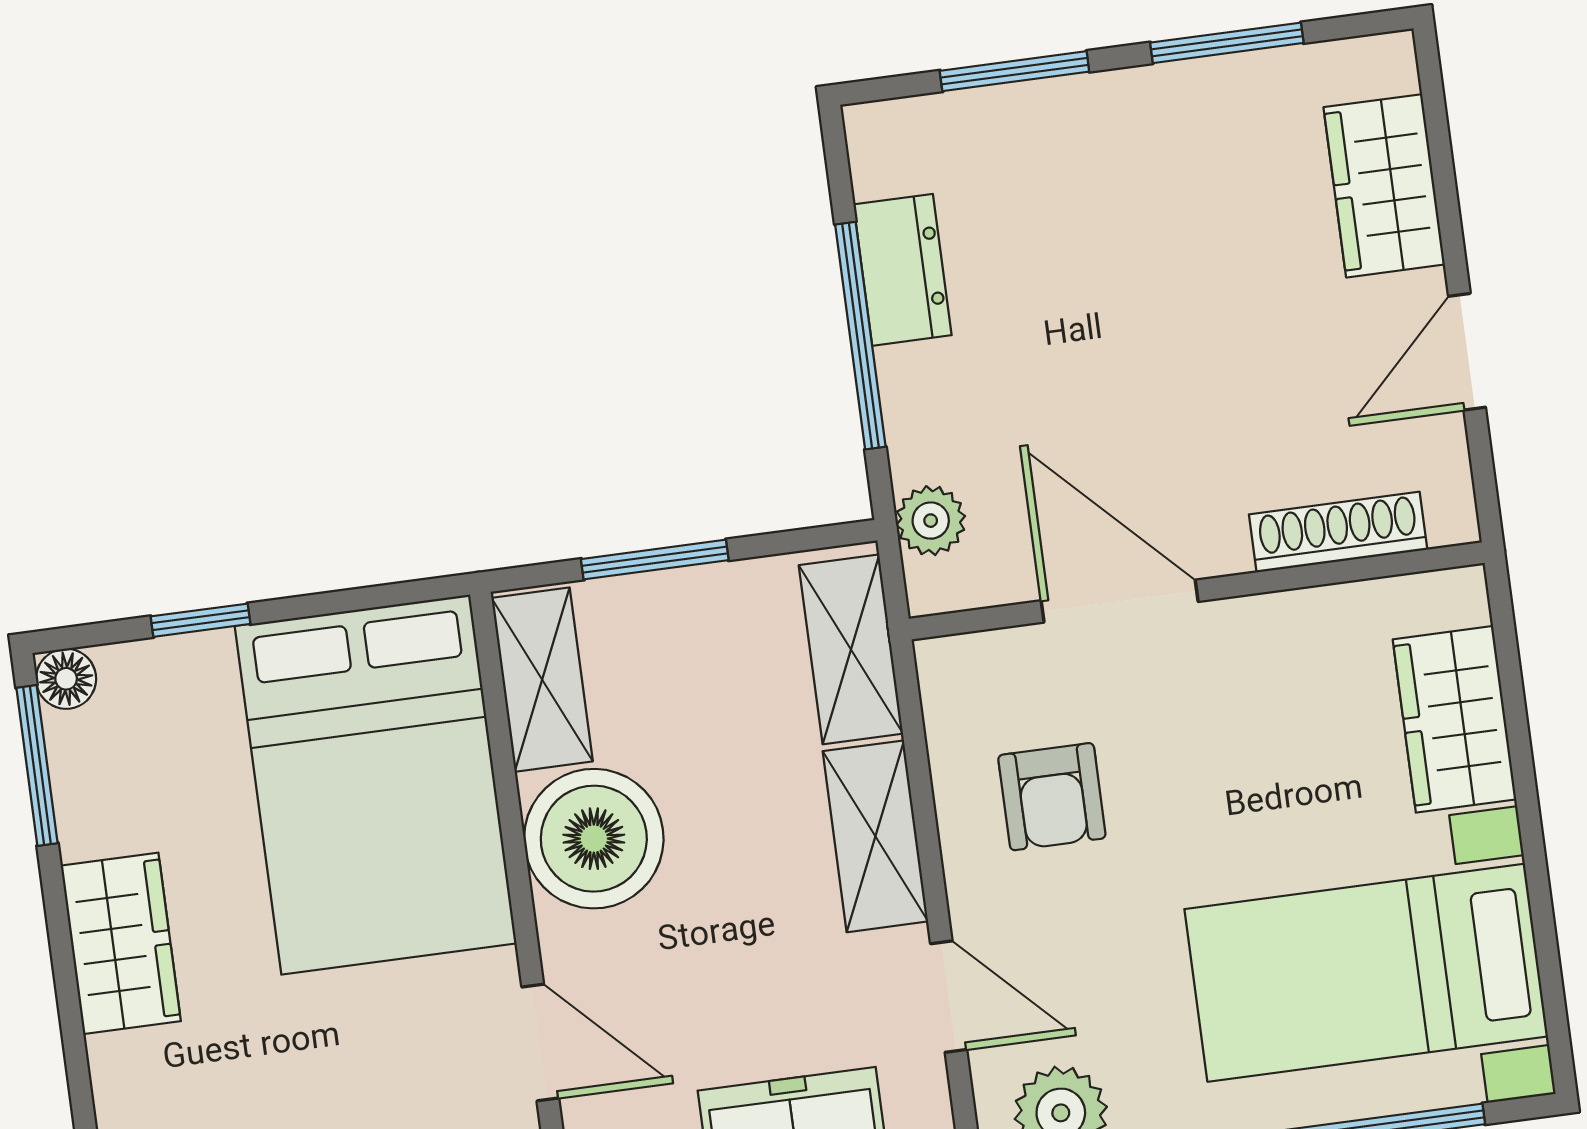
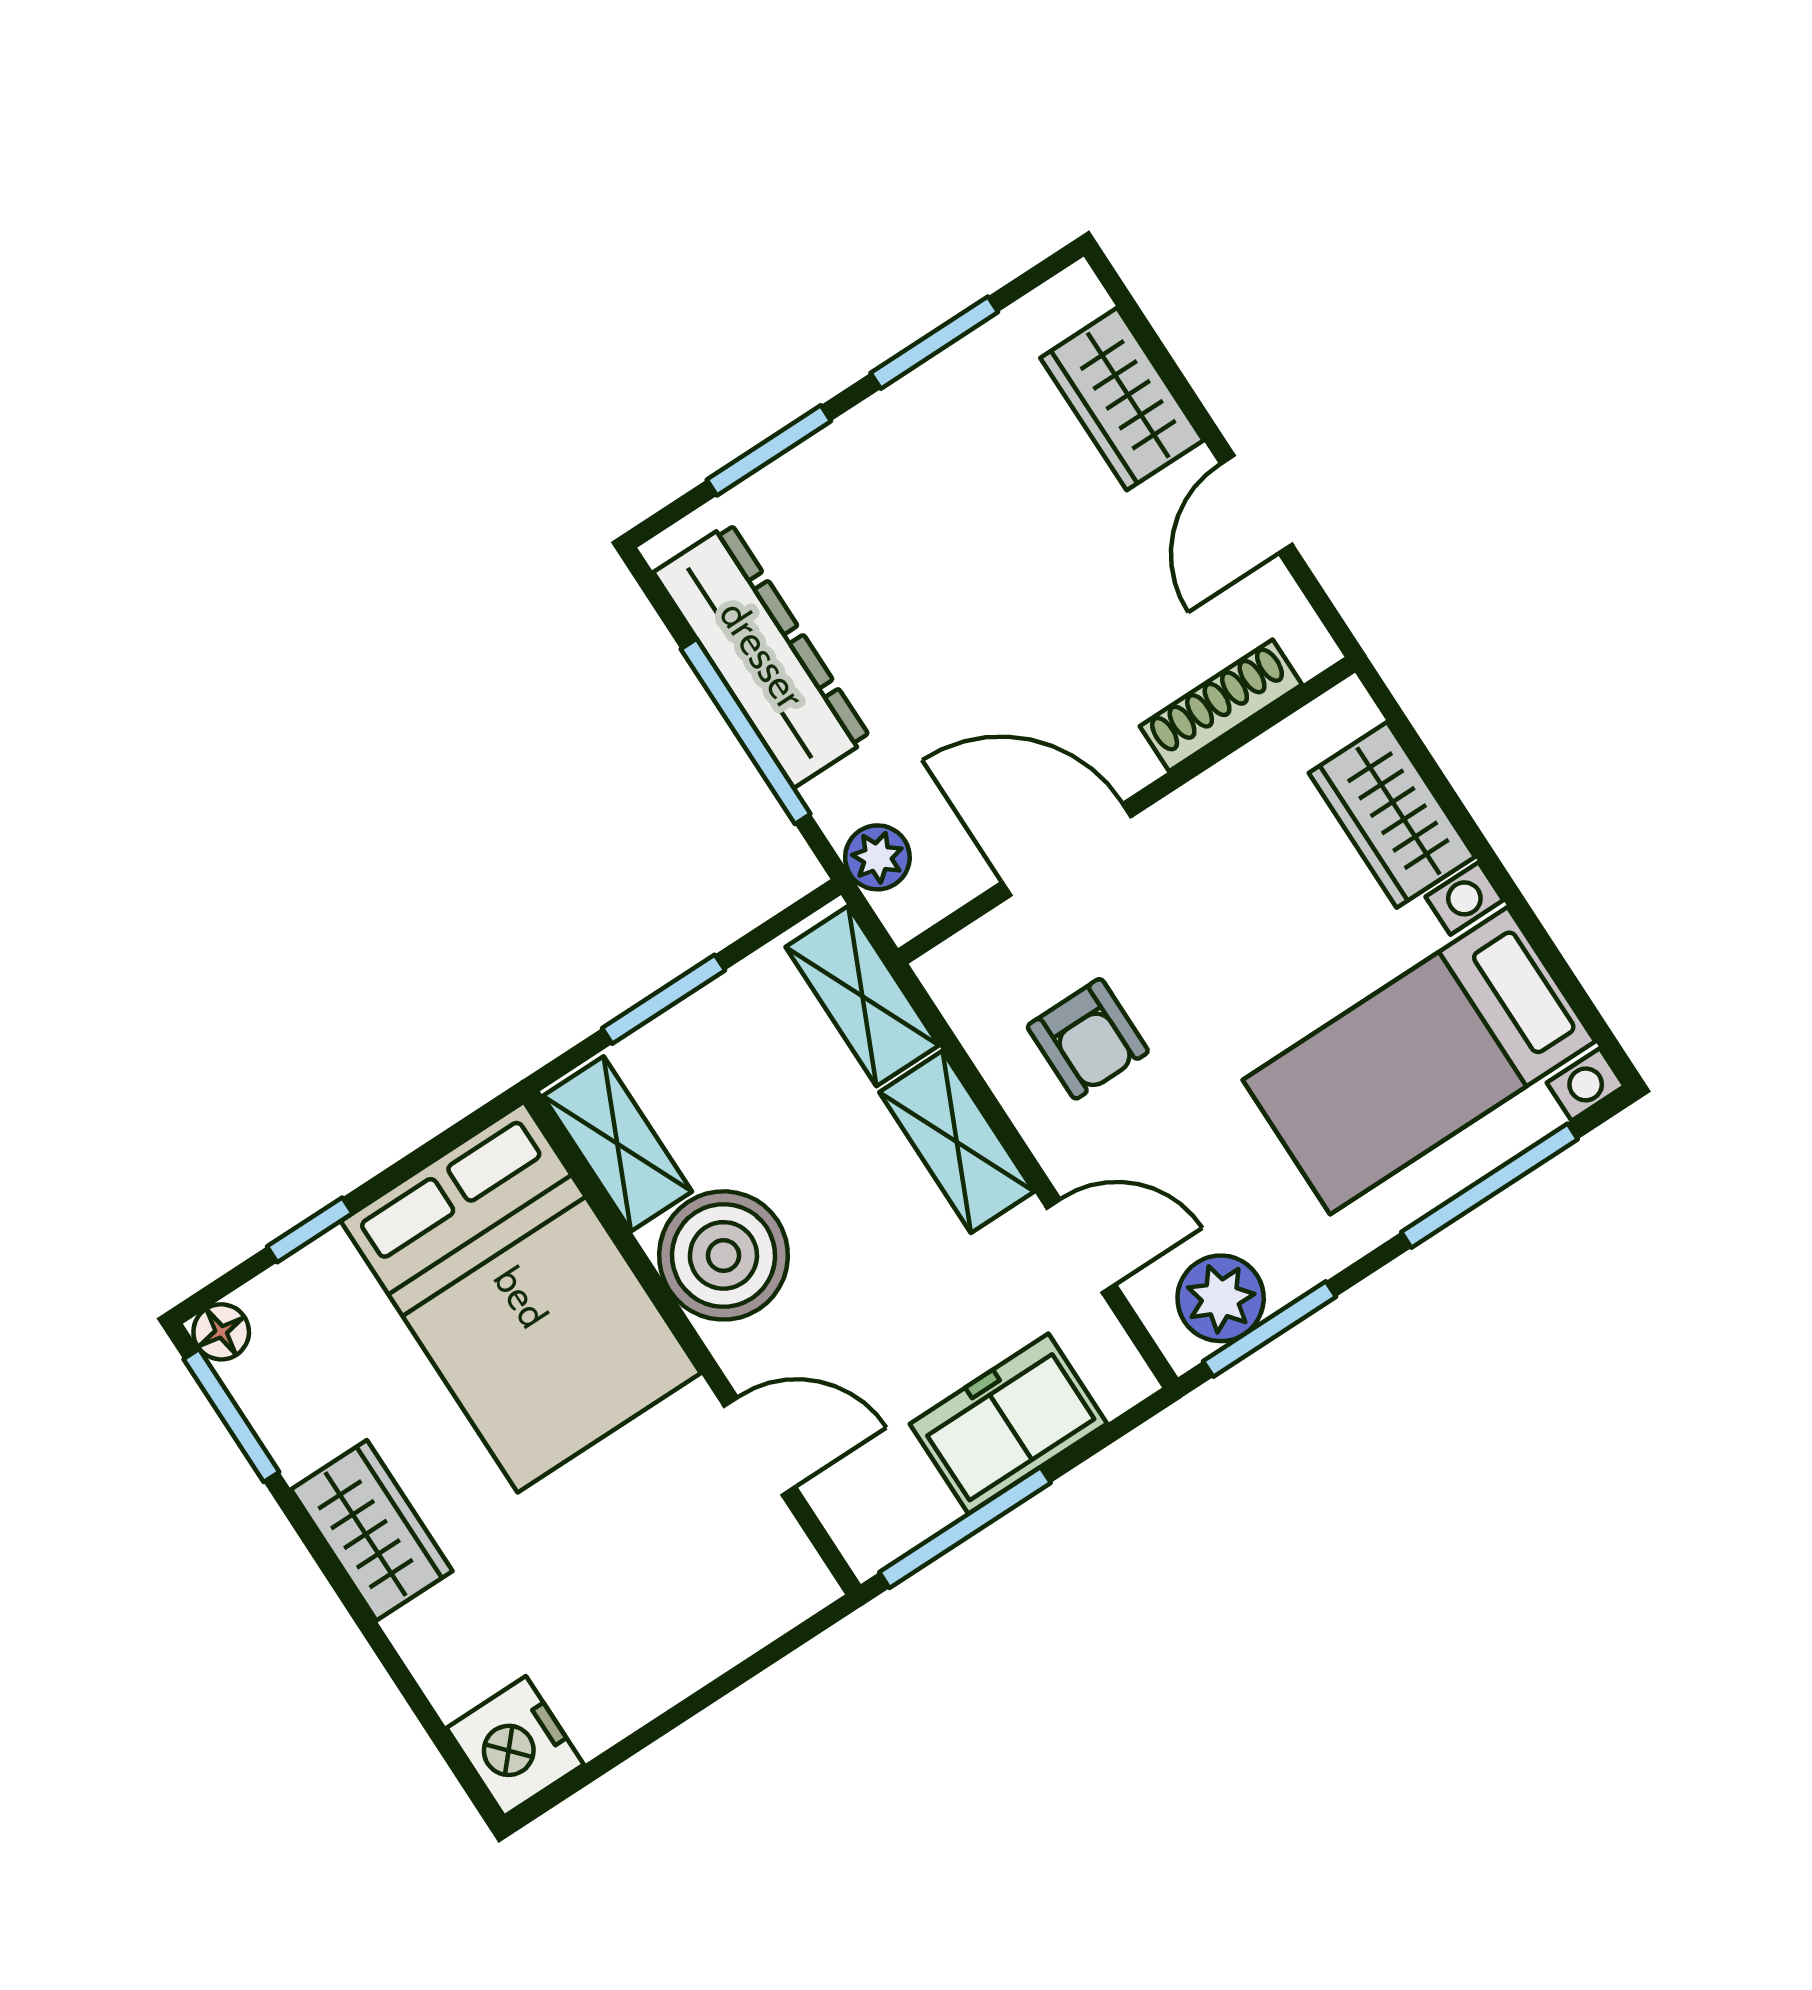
dresser: (902, 270) -> (762, 655), width x1.96, depth x1.24

